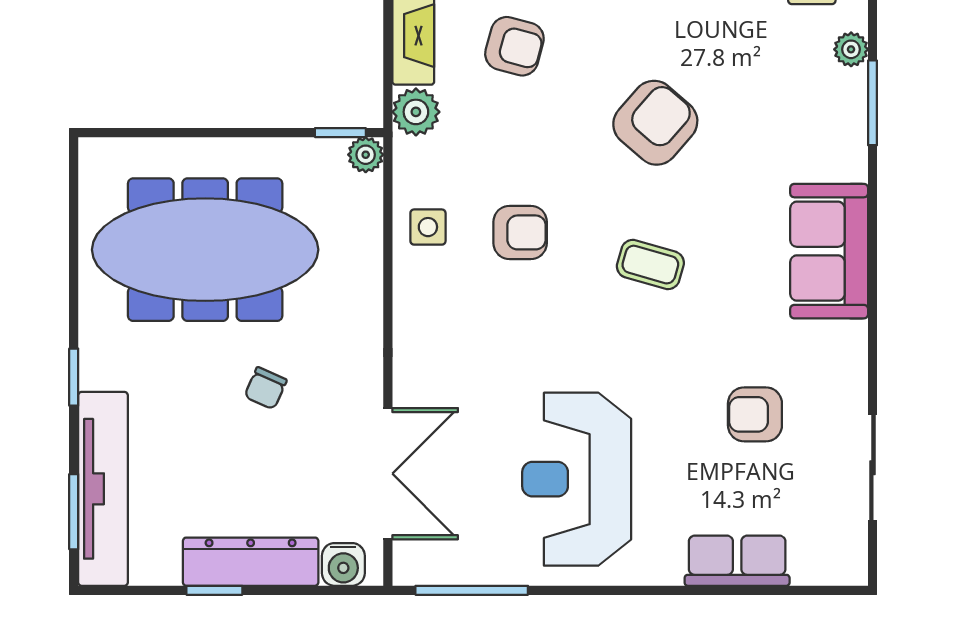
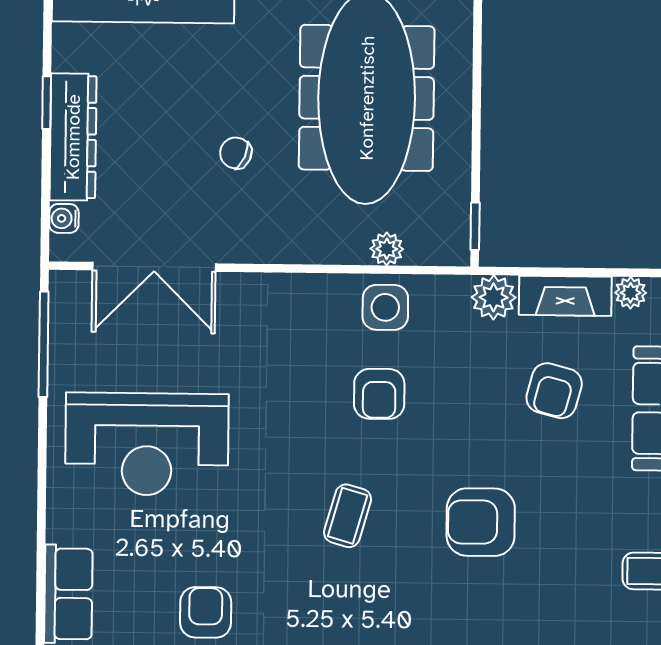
armchair: (655, 123) -> (481, 522), turned 139
plant: (366, 155) -> (387, 249), moved
side table: (428, 227) -> (385, 307), width x1.37, depth x1.37
reception desk: (577, 479) -> (147, 444), turned 180
water cooler: (343, 564) -> (64, 218), width x0.72, depth x0.72

